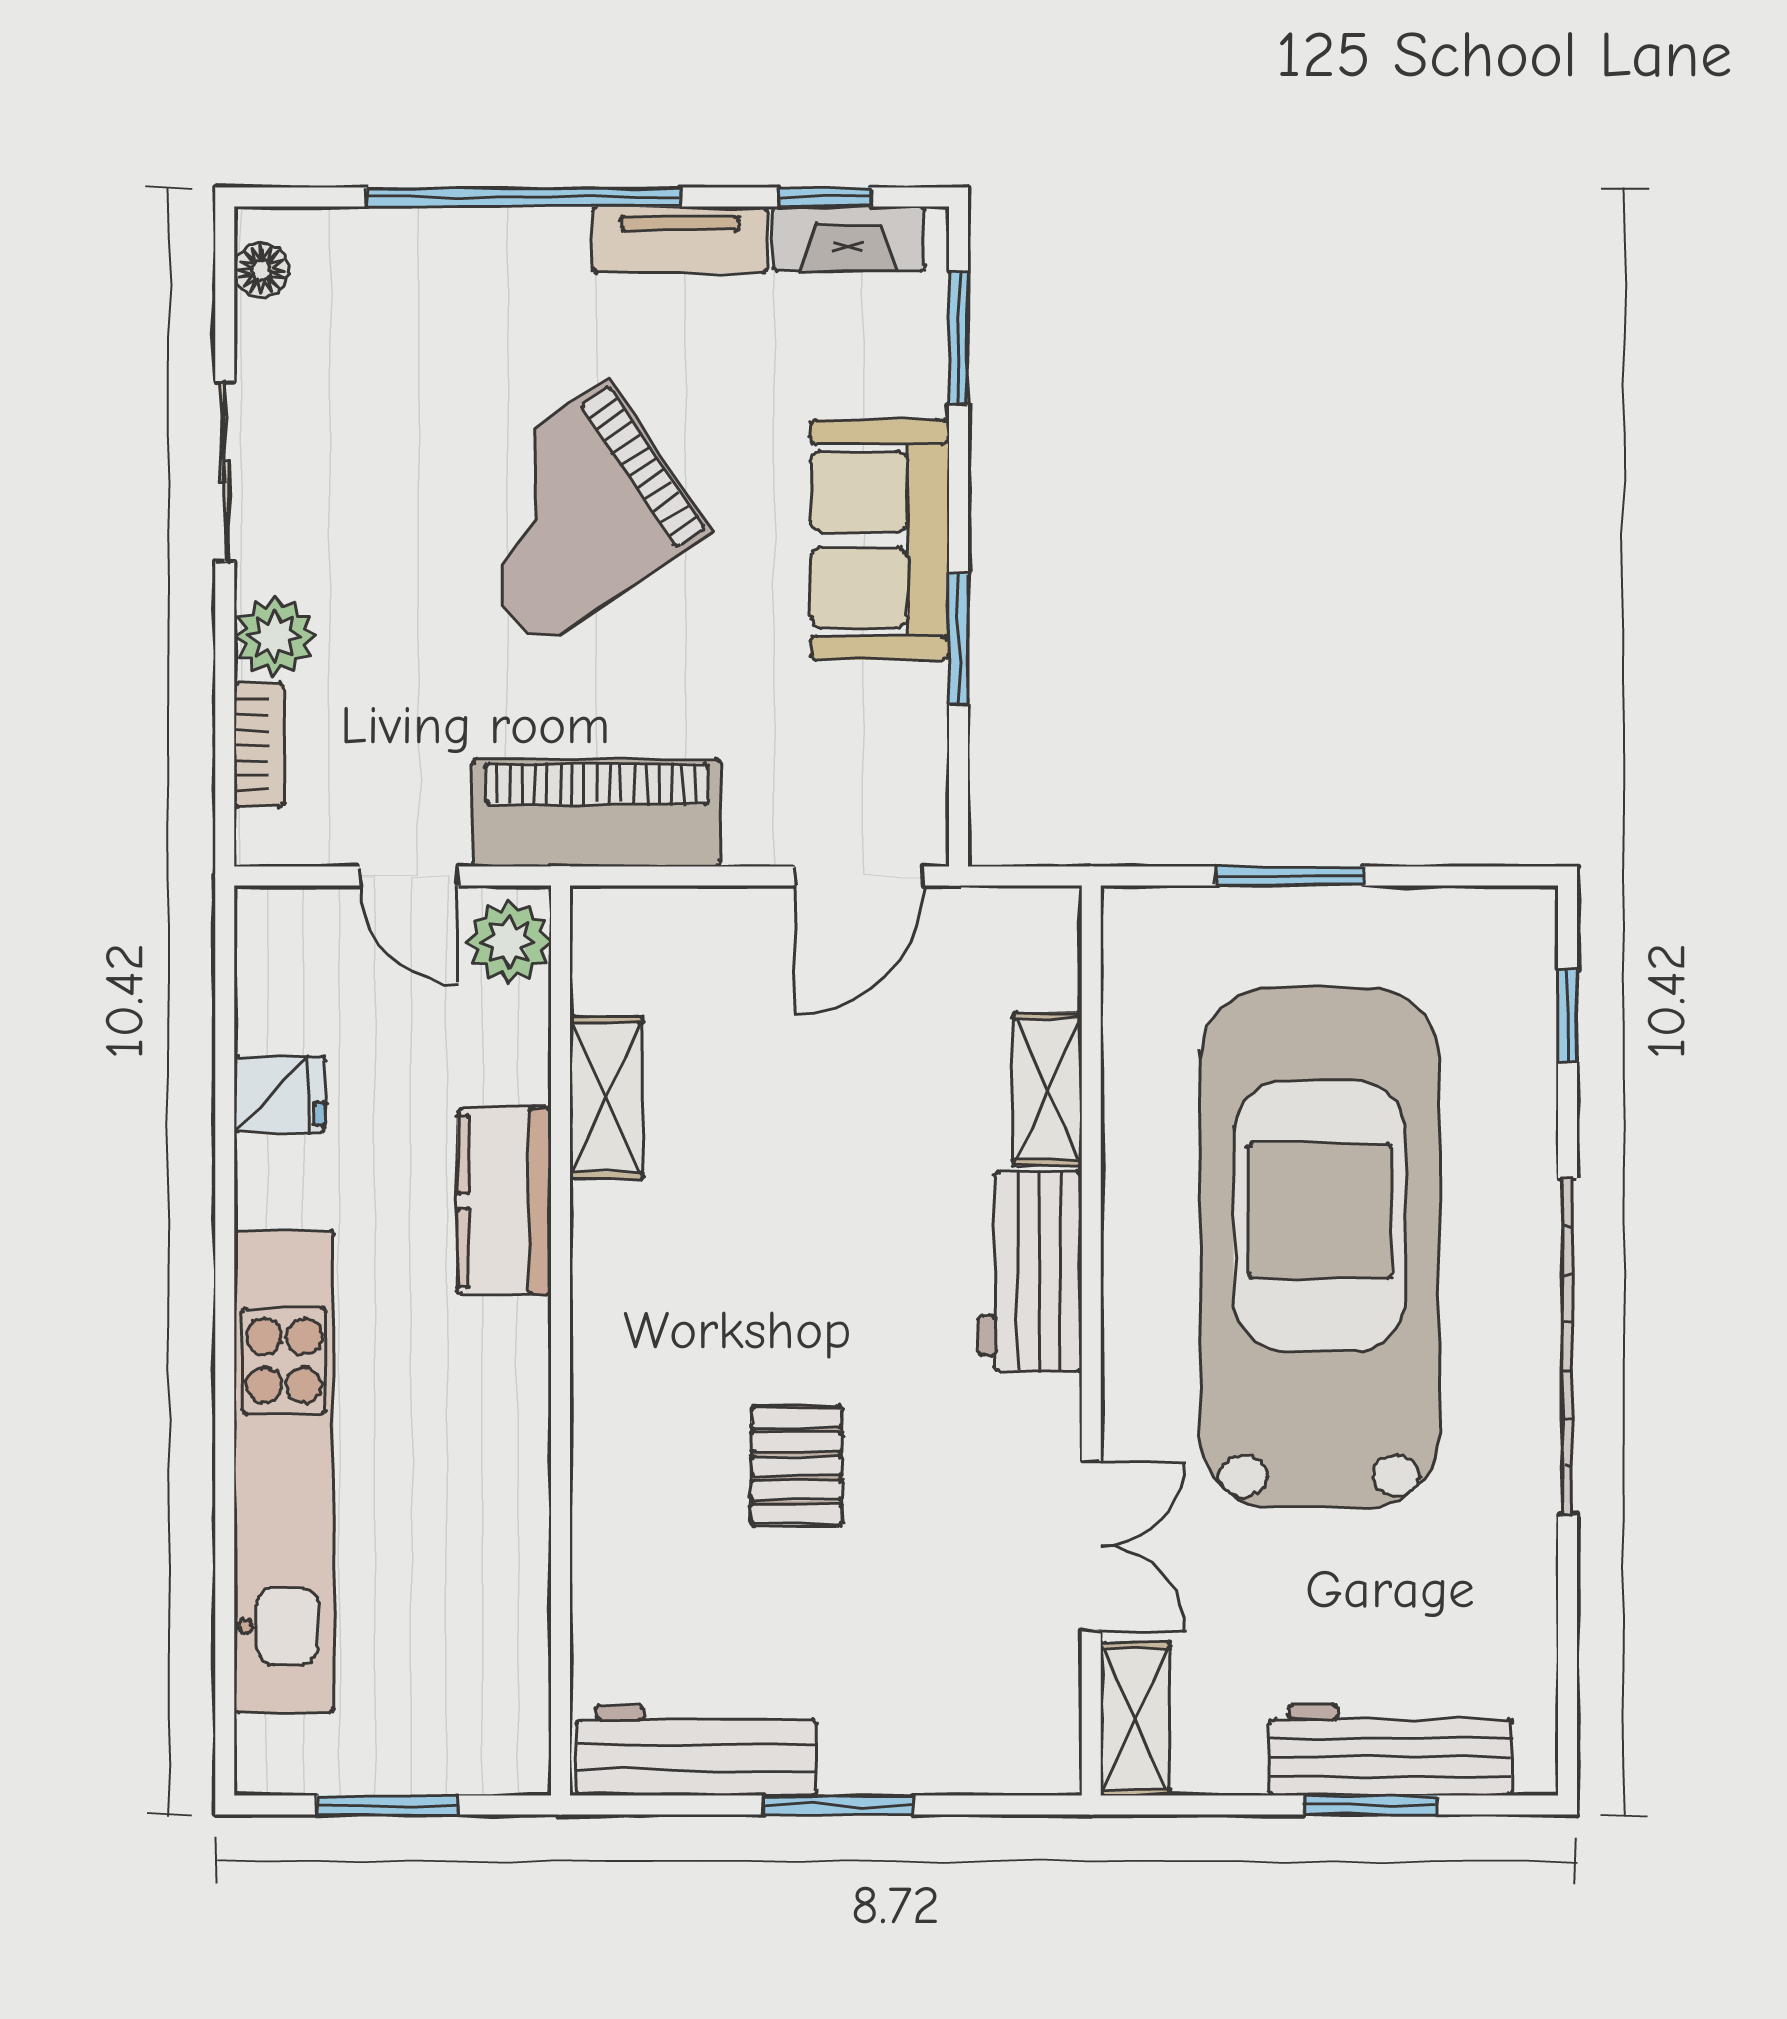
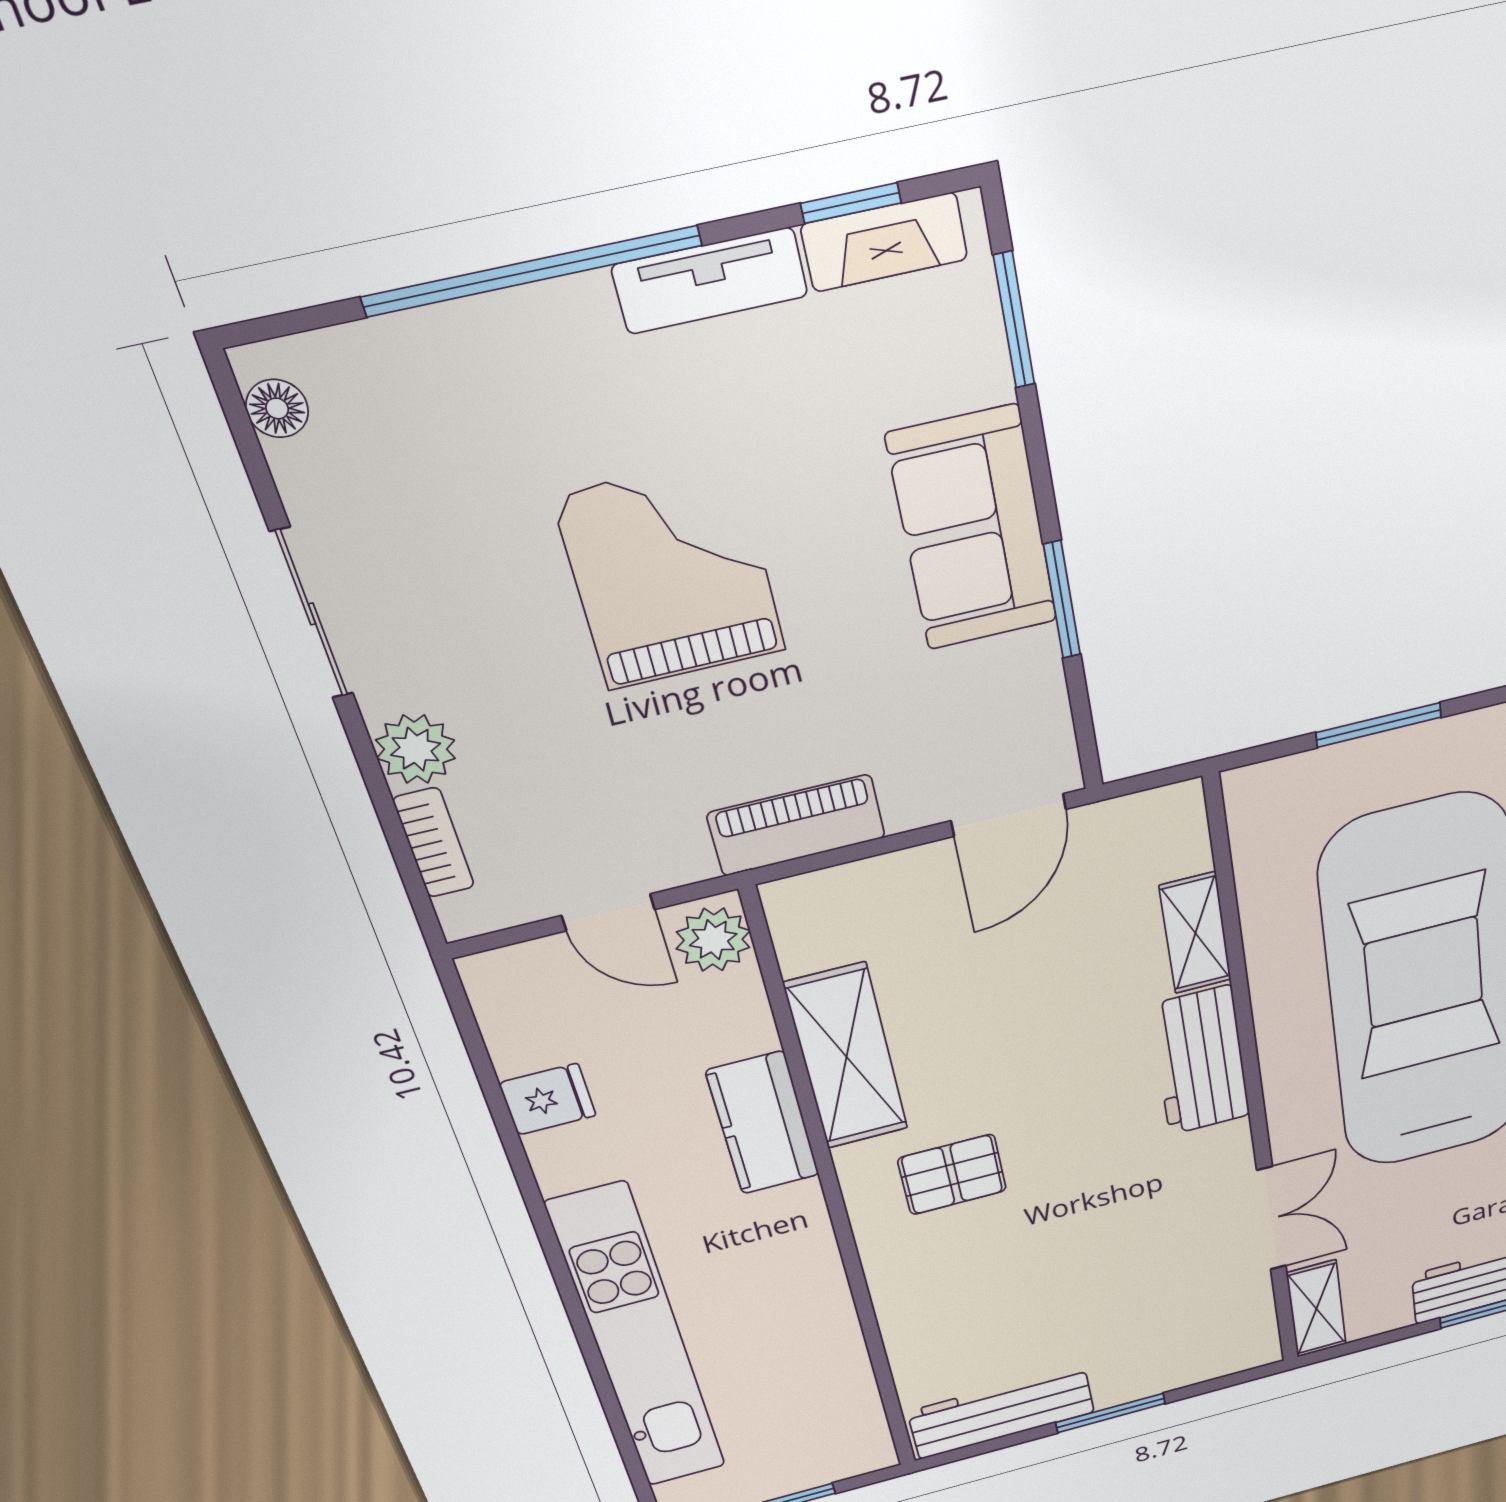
grand piano: (572, 515) -> (671, 575), turned 124
piano: (597, 813) -> (797, 825), width x0.73, depth x0.75
shelving: (606, 1098) -> (846, 1057), width x1.50, depth x1.33
pallet: (797, 1466) -> (952, 1174), moved, turned 90

